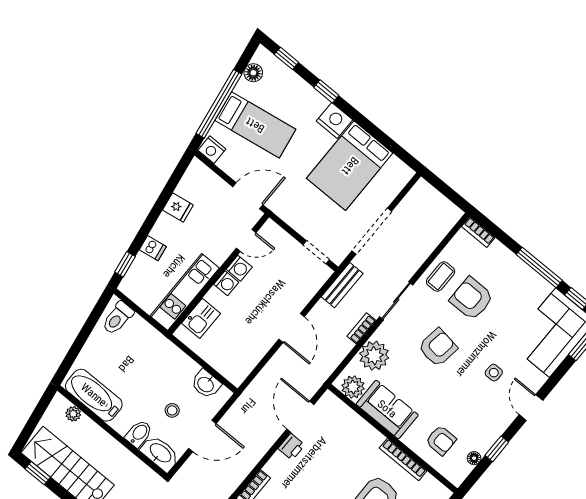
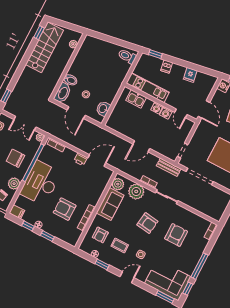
coffee table: (441, 276) -> (120, 245), moved
bathtub: (94, 395) -> (85, 53), removed

